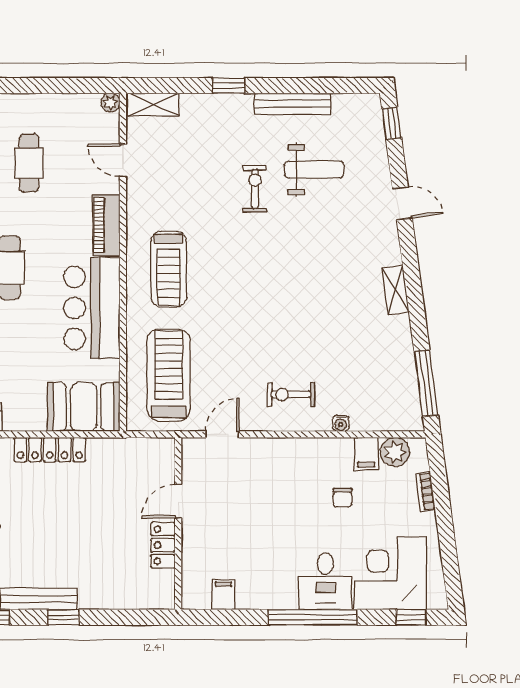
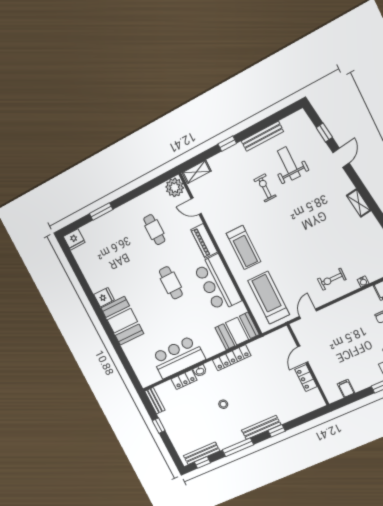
plant: (110, 103) -> (175, 187), width x1.88, depth x1.88
window: (392, 123) -> (324, 132), moved
weight bench: (314, 170) -> (289, 164), turned -90
door: (402, 203) -> (341, 158), hinge flipped

